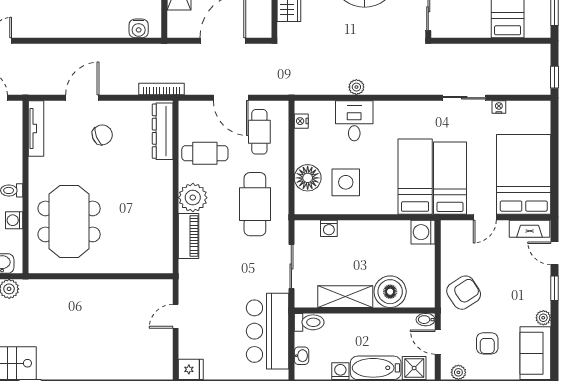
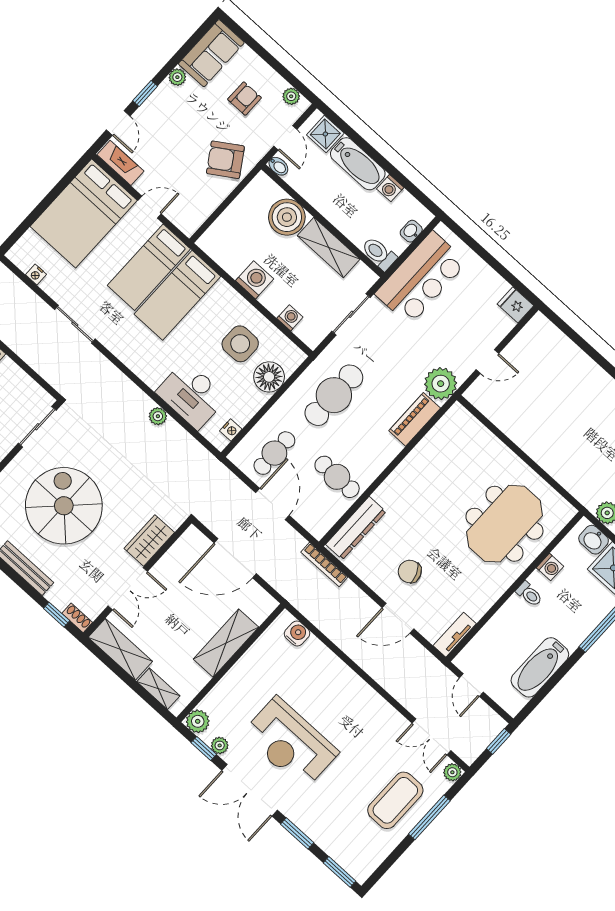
nightstand: (499, 107) -> (36, 274), moved
desk: (354, 121) -> (192, 395), width x1.37
tv unit: (36, 129) -> (455, 635), width x0.71
plant: (193, 198) -> (441, 384), moved
washing machine: (423, 232) -> (255, 280), moved, turned -90

